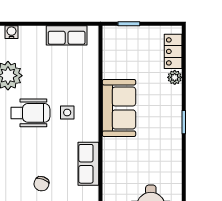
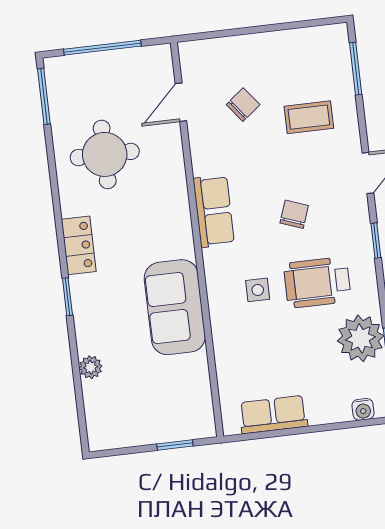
locker: (173, 51) -> (79, 245), moved
chair: (41, 184) -> (294, 214), moved

